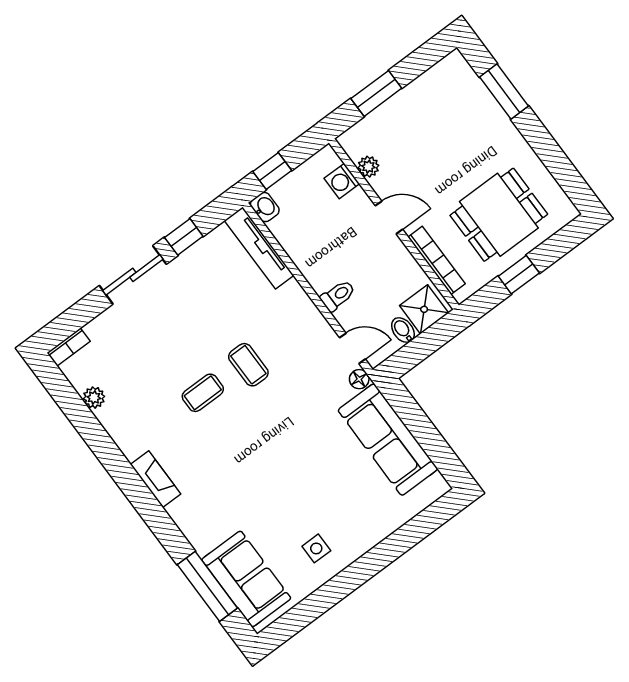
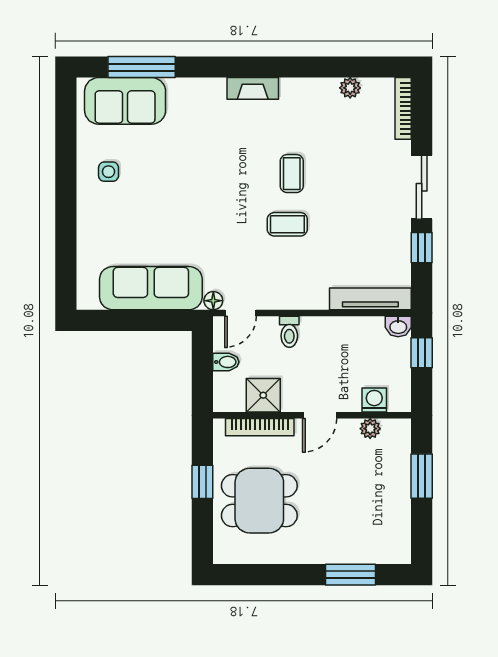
dining table: (499, 215) -> (259, 501), turned 90
shower: (424, 309) -> (263, 395), moved
bookcase: (69, 347) -> (403, 108), width x1.56

